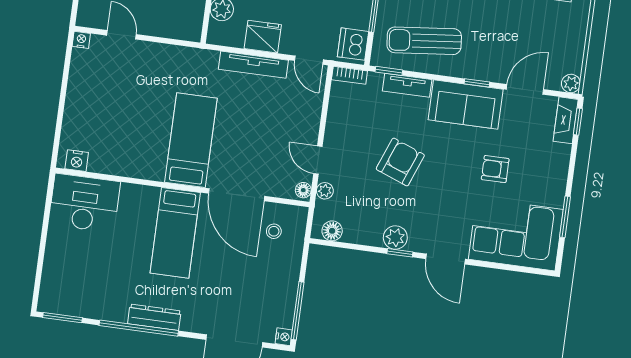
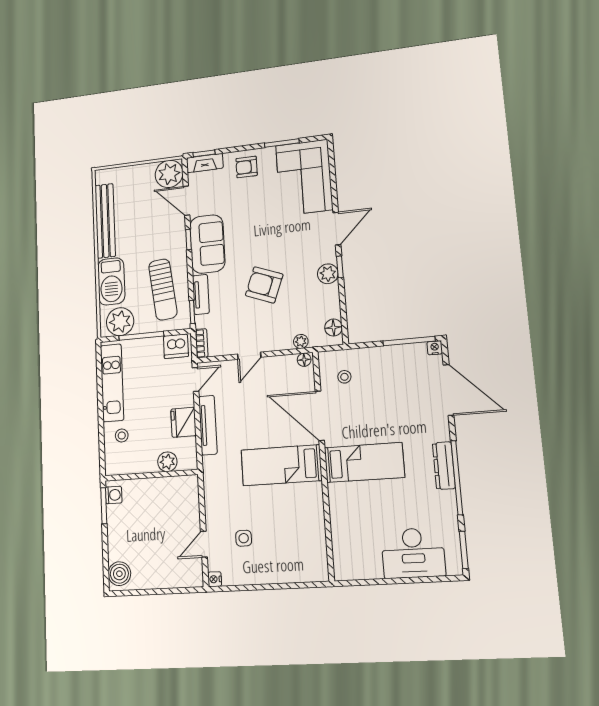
side table: (120, 82) -> (244, 538), added
plant: (571, 83) -> (169, 174), width x1.88, depth x1.88
door: (318, 160) -> (249, 356), moved
nightstand: (77, 161) -> (319, 563), removed
armchair: (495, 169) -> (247, 167), moved, turned 90
door: (237, 195) -> (320, 416), swing flipped
desk: (84, 203) -> (413, 553), moved, turned -90

